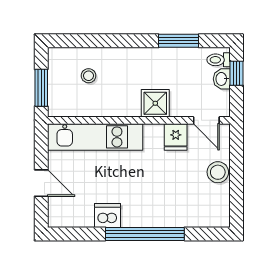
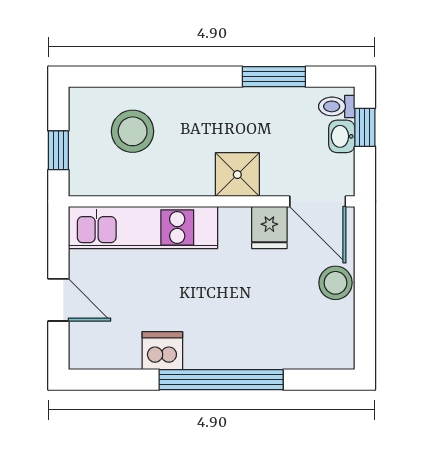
stool: (89, 76) -> (133, 131), width x1.89, depth x1.89
window: (41, 88) -> (58, 150), width x0.67
door: (206, 120) -> (318, 201), width x1.38

